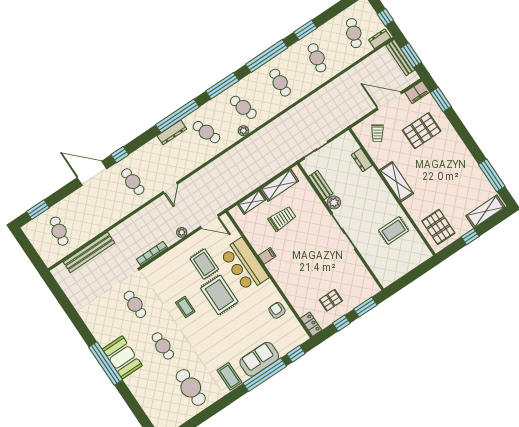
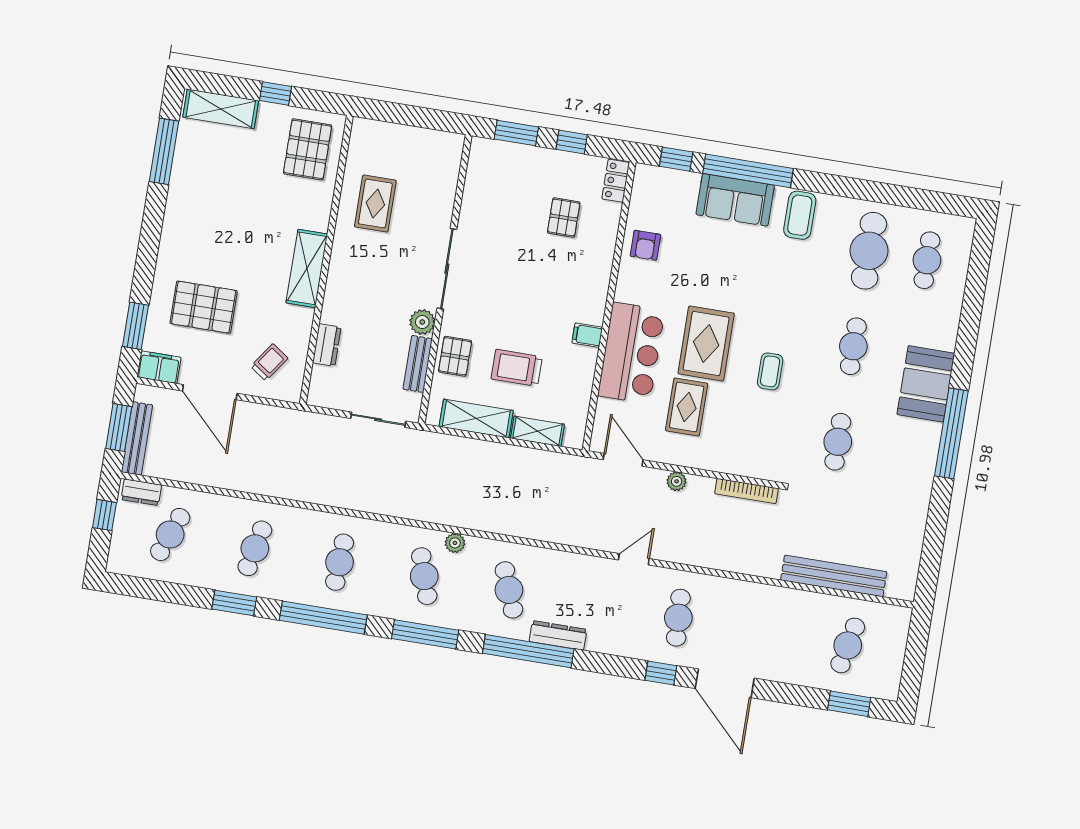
pallet: (309, 201) -> (455, 356), added
rug: (394, 231) -> (375, 204), turned 90
pallet: (331, 300) -> (564, 218), moved, turned 90
window: (106, 363) -> (951, 433), moved
cafe table: (166, 404) -> (927, 260), added

